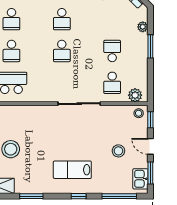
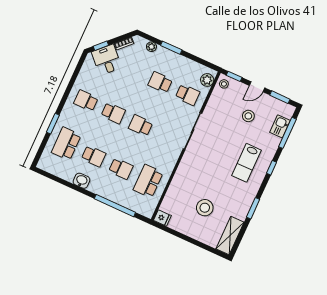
school desk: (62, 51) -> (141, 125), turned 180
kitchen sink: (140, 179) -> (280, 126), moved, turned 90

